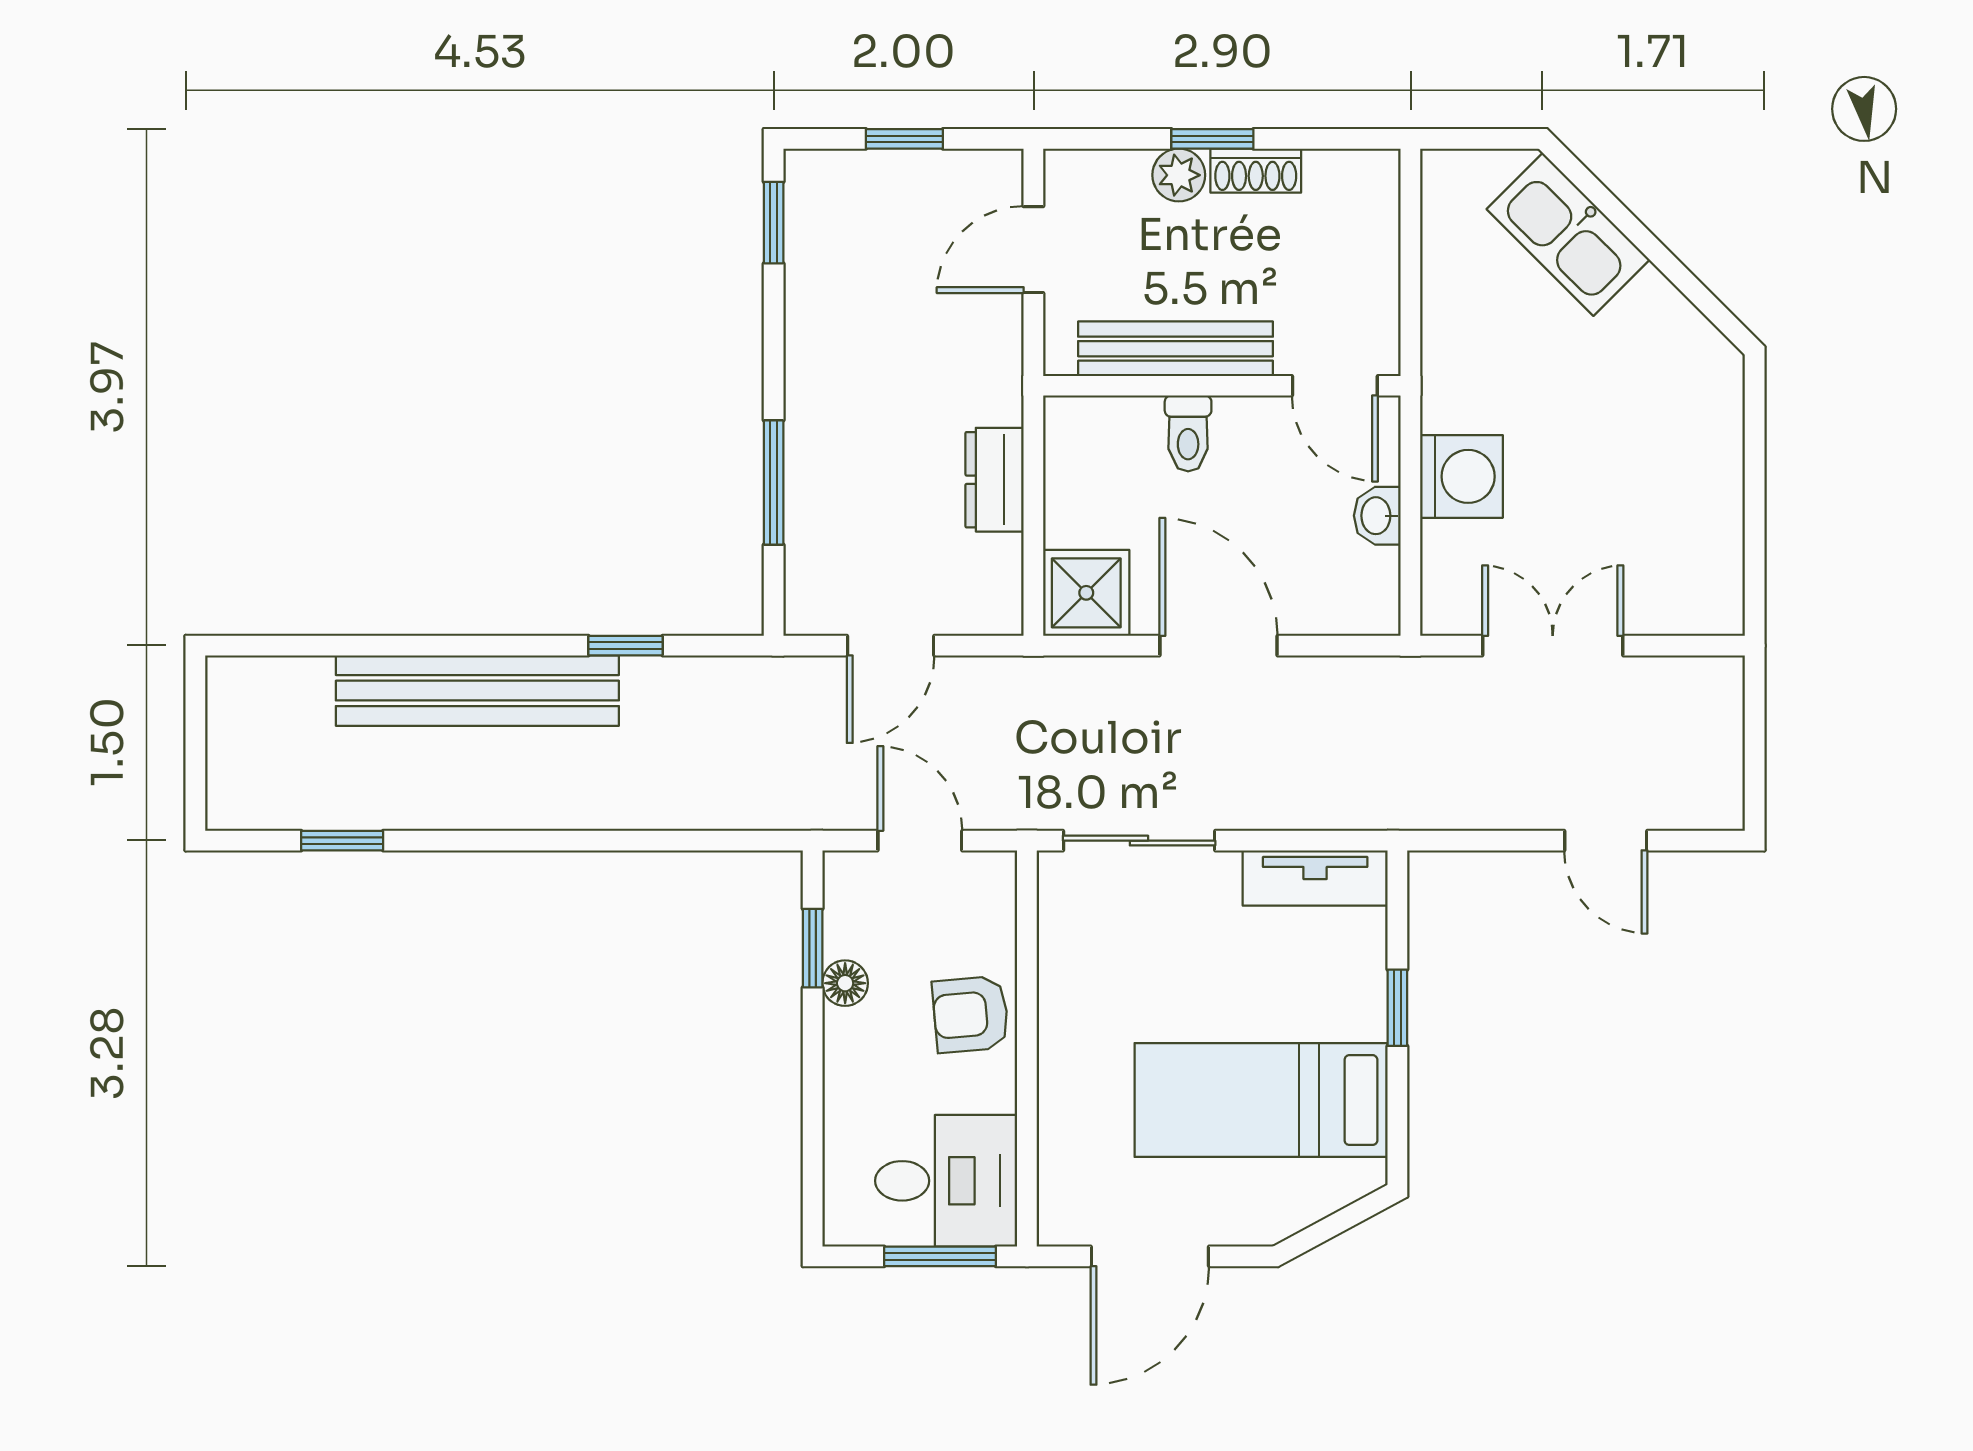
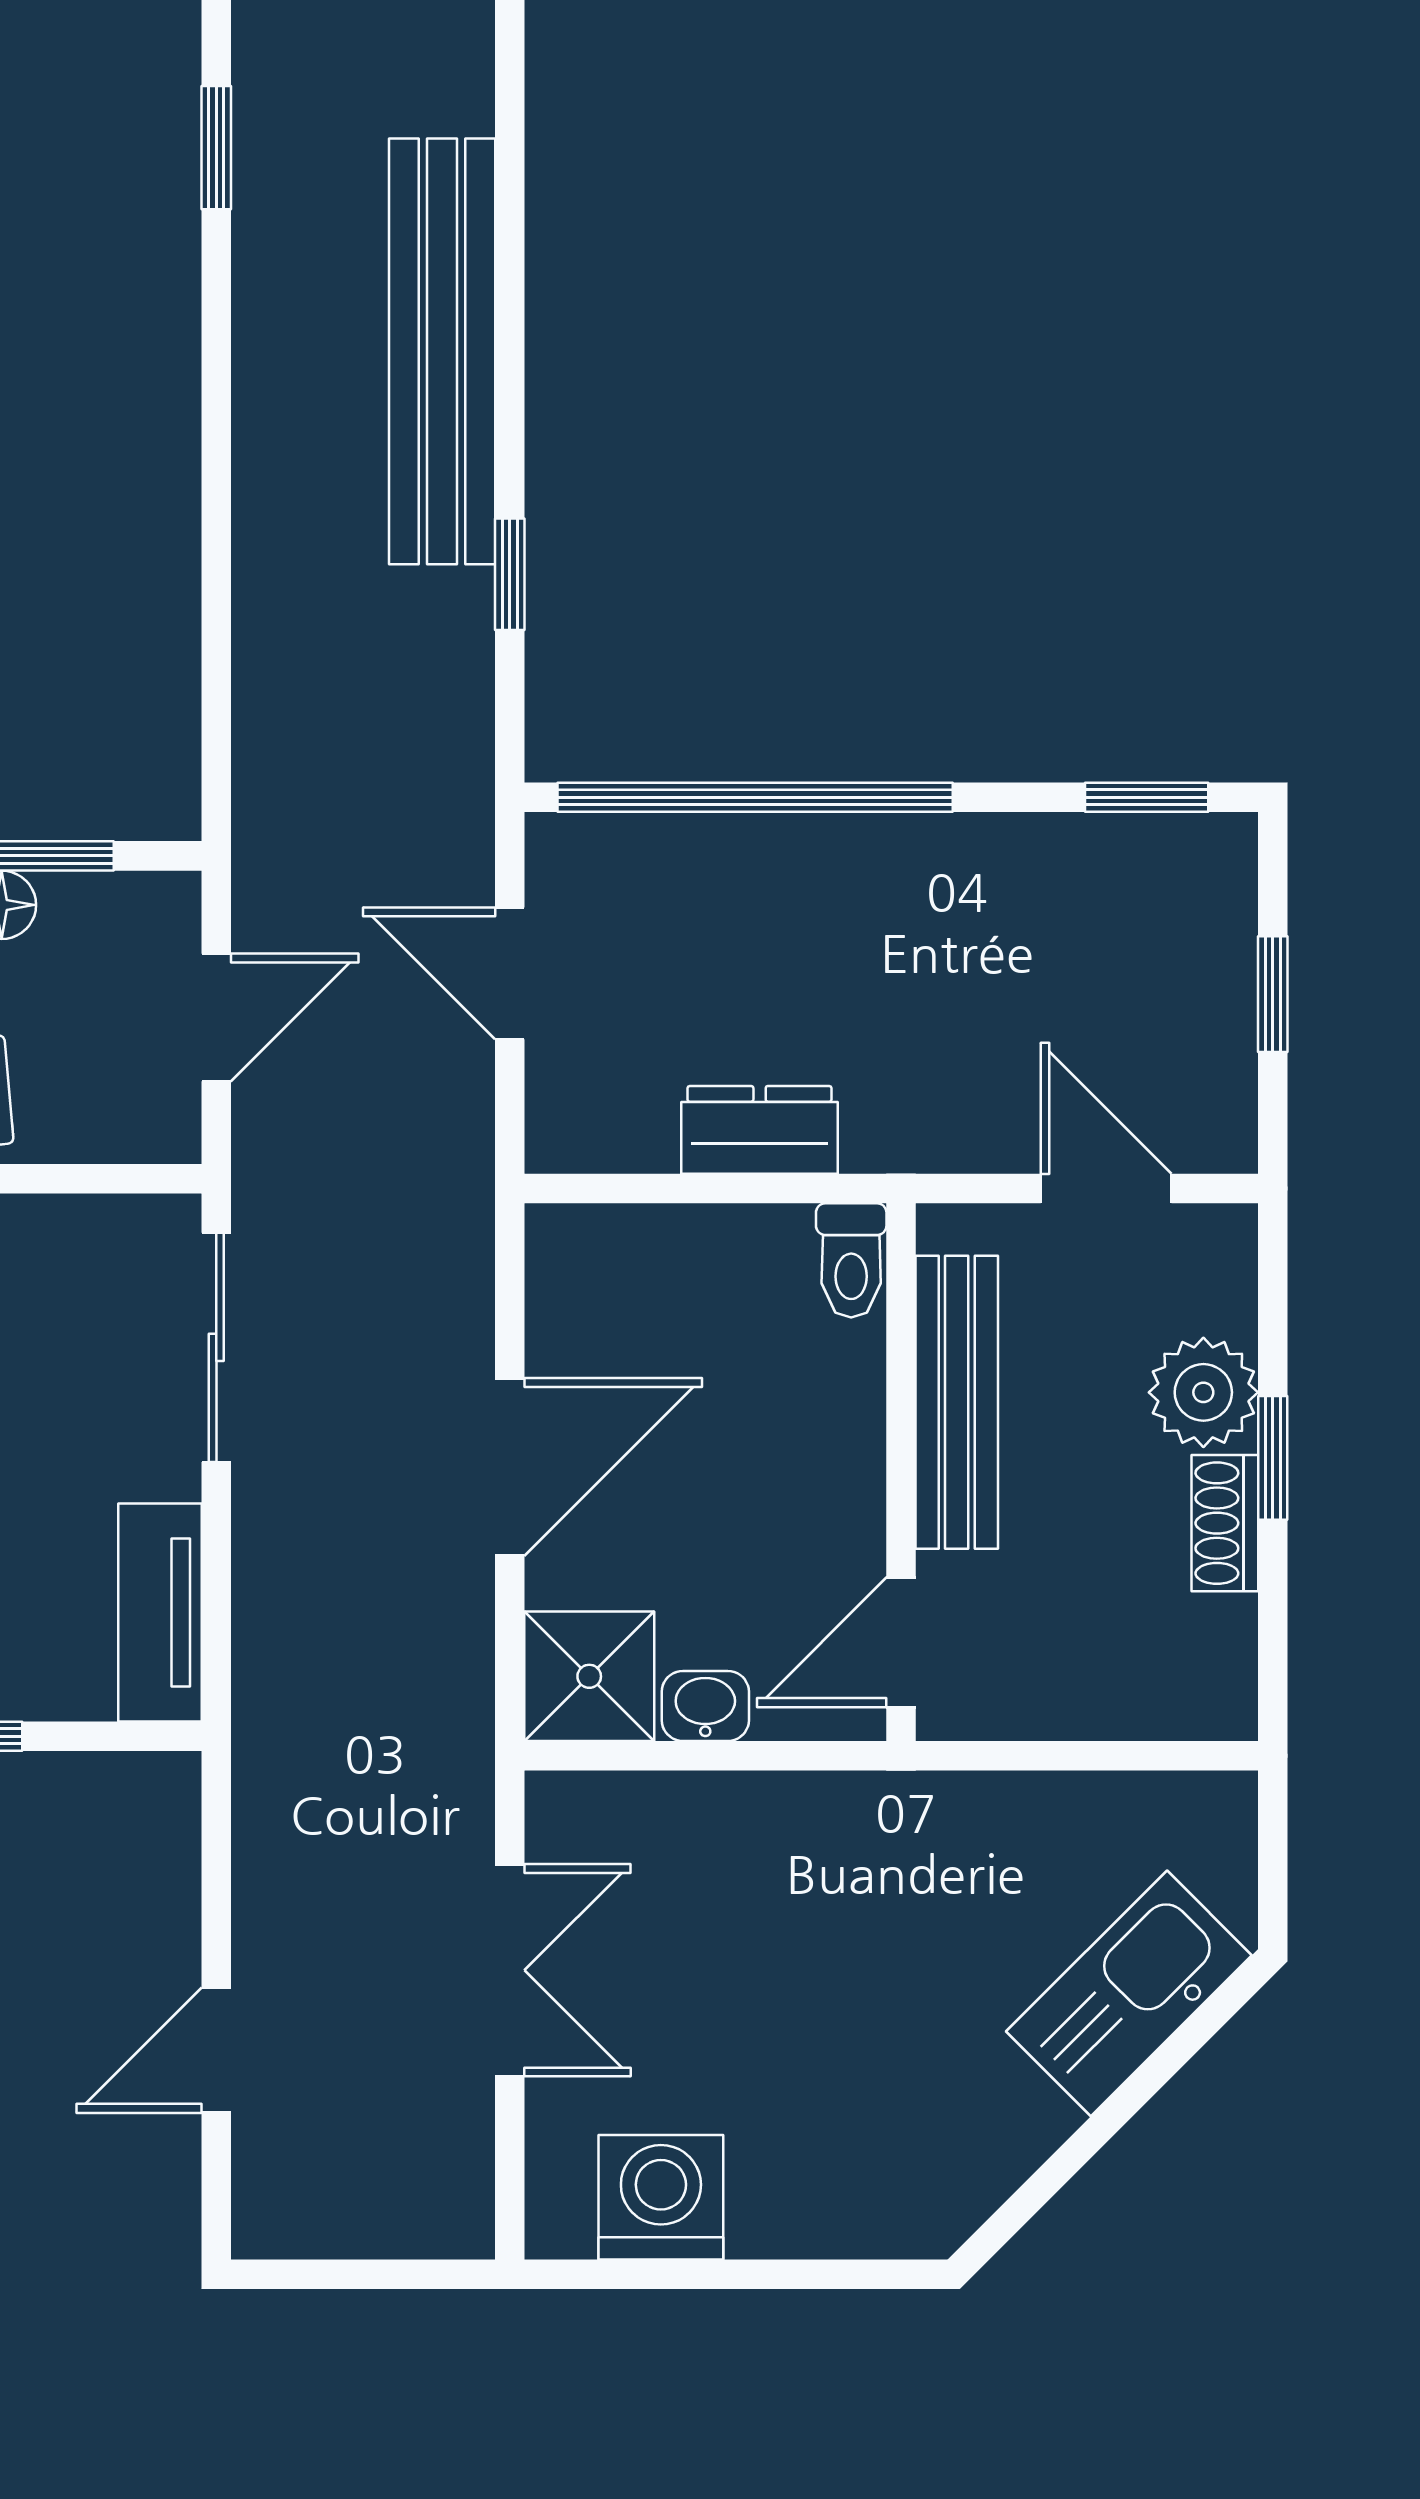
plant: (1179, 175) -> (1203, 1392), width x1.38, depth x1.38
toilet: (1188, 433) -> (851, 1260), moved, turned -90
washing machine: (1461, 476) -> (661, 2197), moved, turned 180
window: (774, 483) -> (755, 797), width x2.11
shower: (1086, 593) -> (589, 1676), moved

